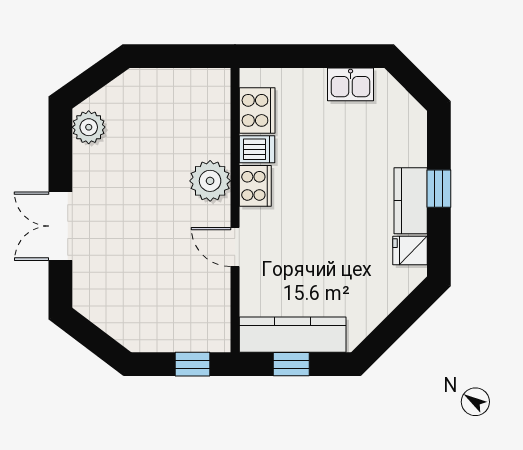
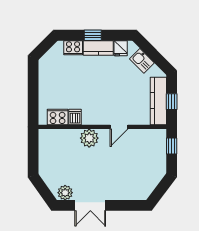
kitchen sink: (351, 84) -> (142, 61), moved, turned 135
cooker: (255, 186) -> (73, 48), moved, turned 180
double door: (60, 226) -> (90, 205), moved

